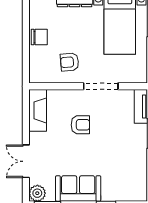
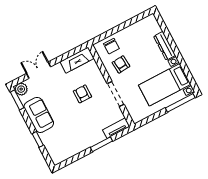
chair: (39, 37) -> (111, 46), moved
armchair: (80, 125) -> (82, 94), turned 180

